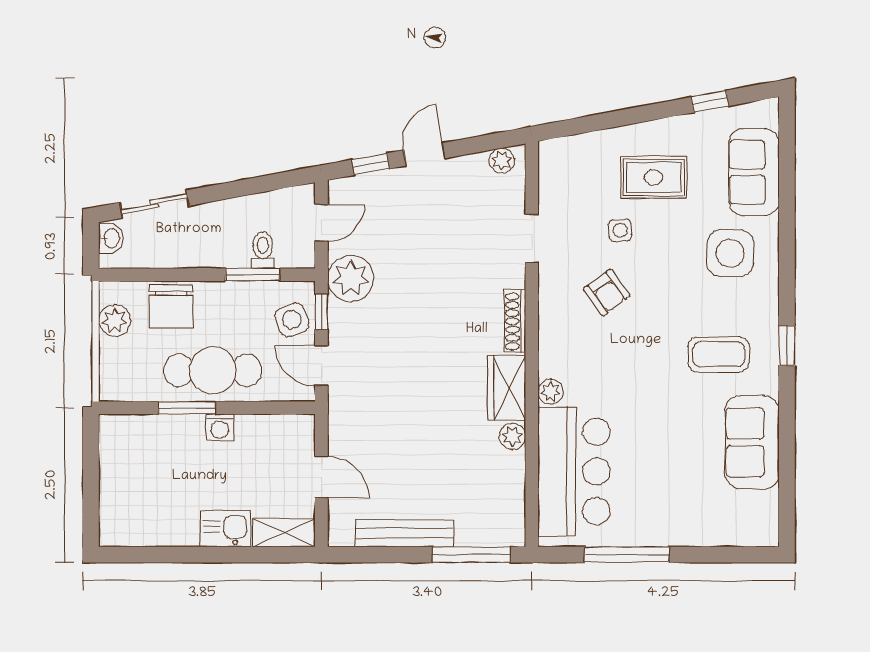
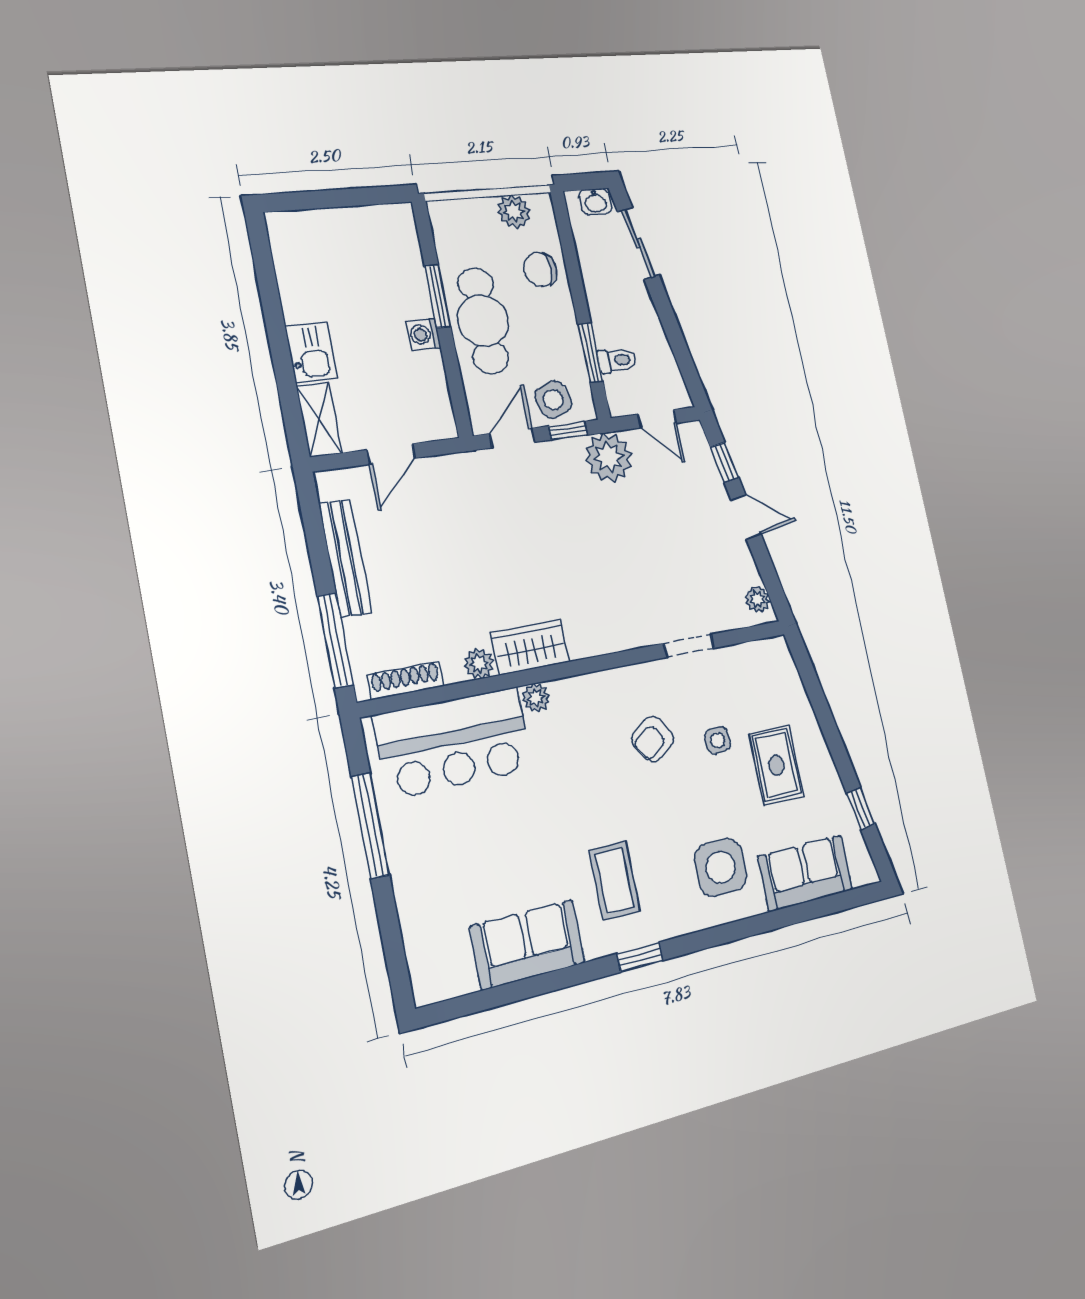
chair: (171, 306) -> (540, 270), width x0.73, depth x0.73
shoe rack: (515, 321) -> (406, 681), moved

